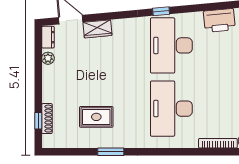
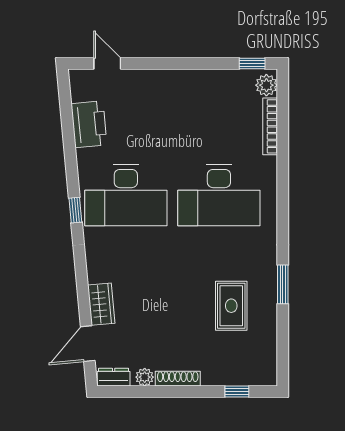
shoe rack: (47, 119) -> (178, 379), moved

